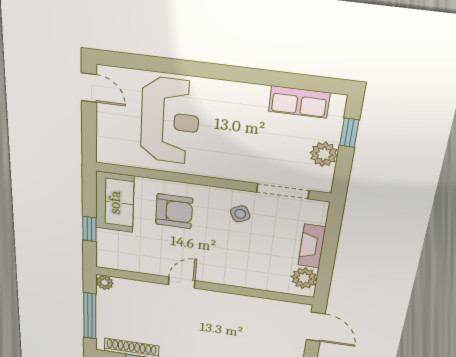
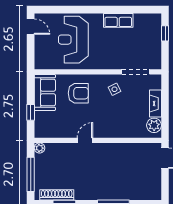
row of seats: (299, 102) -> (118, 20), moved
reception desk: (170, 121) -> (73, 40), turned 180
plant: (324, 154) -> (154, 47), removed

